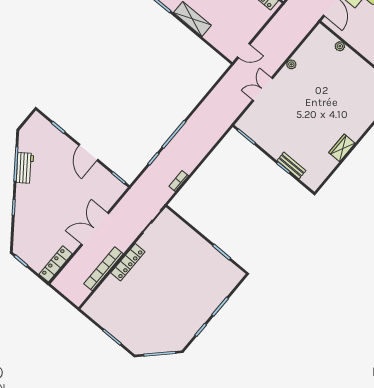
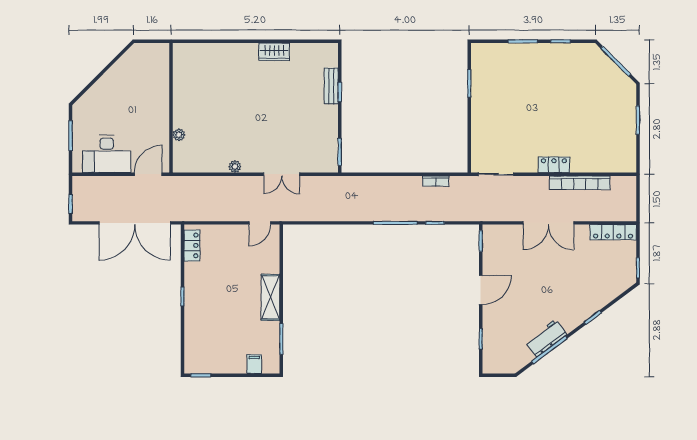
door: (244, 51) -> (260, 223), swing flipped
locker: (128, 262) -> (554, 165), width x0.66

